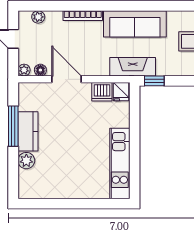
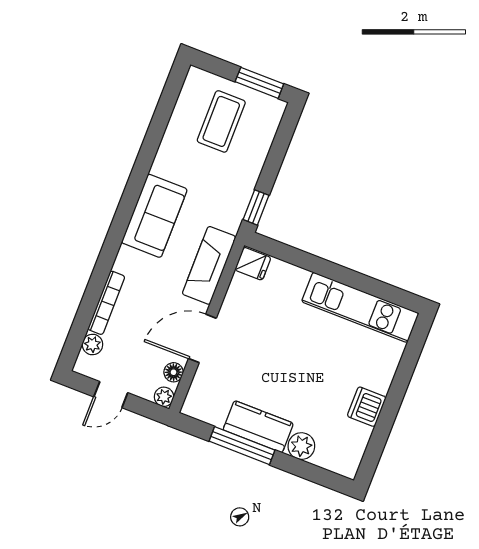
bookcase: (83, 16) -> (106, 303), moved
sofa: (135, 24) -> (154, 216), width x0.73
fireplace: (133, 67) -> (209, 265), moved
dishwasher: (102, 92) -> (367, 407), moved, turned 180

